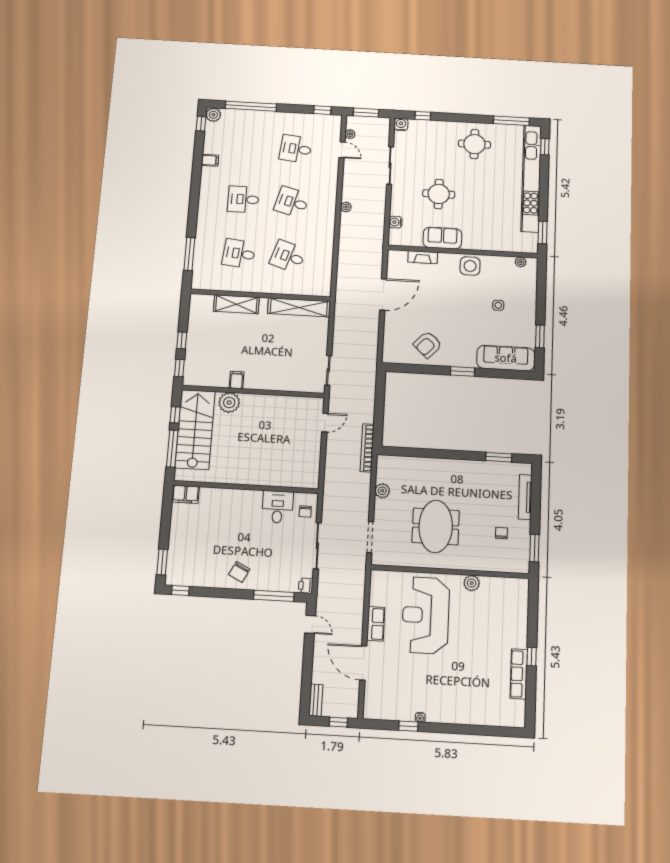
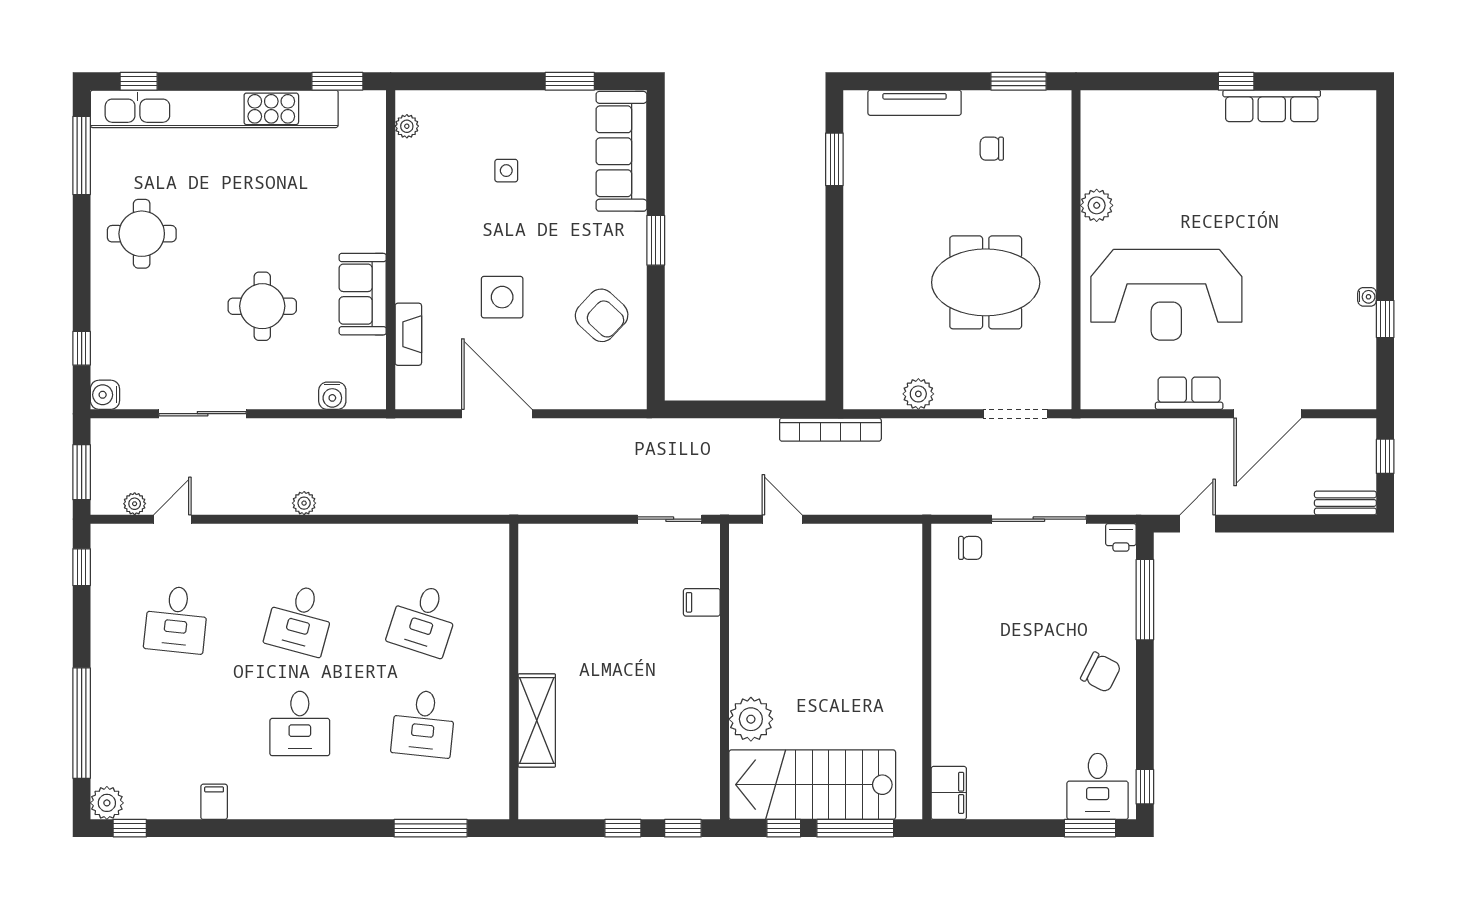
side table: (470, 266) -> (502, 297), moved
shelving: (299, 307) -> (536, 589), removed
filing cabinet: (237, 380) -> (702, 602), moved
desk: (278, 507) -> (1098, 786), moved, turned -90

